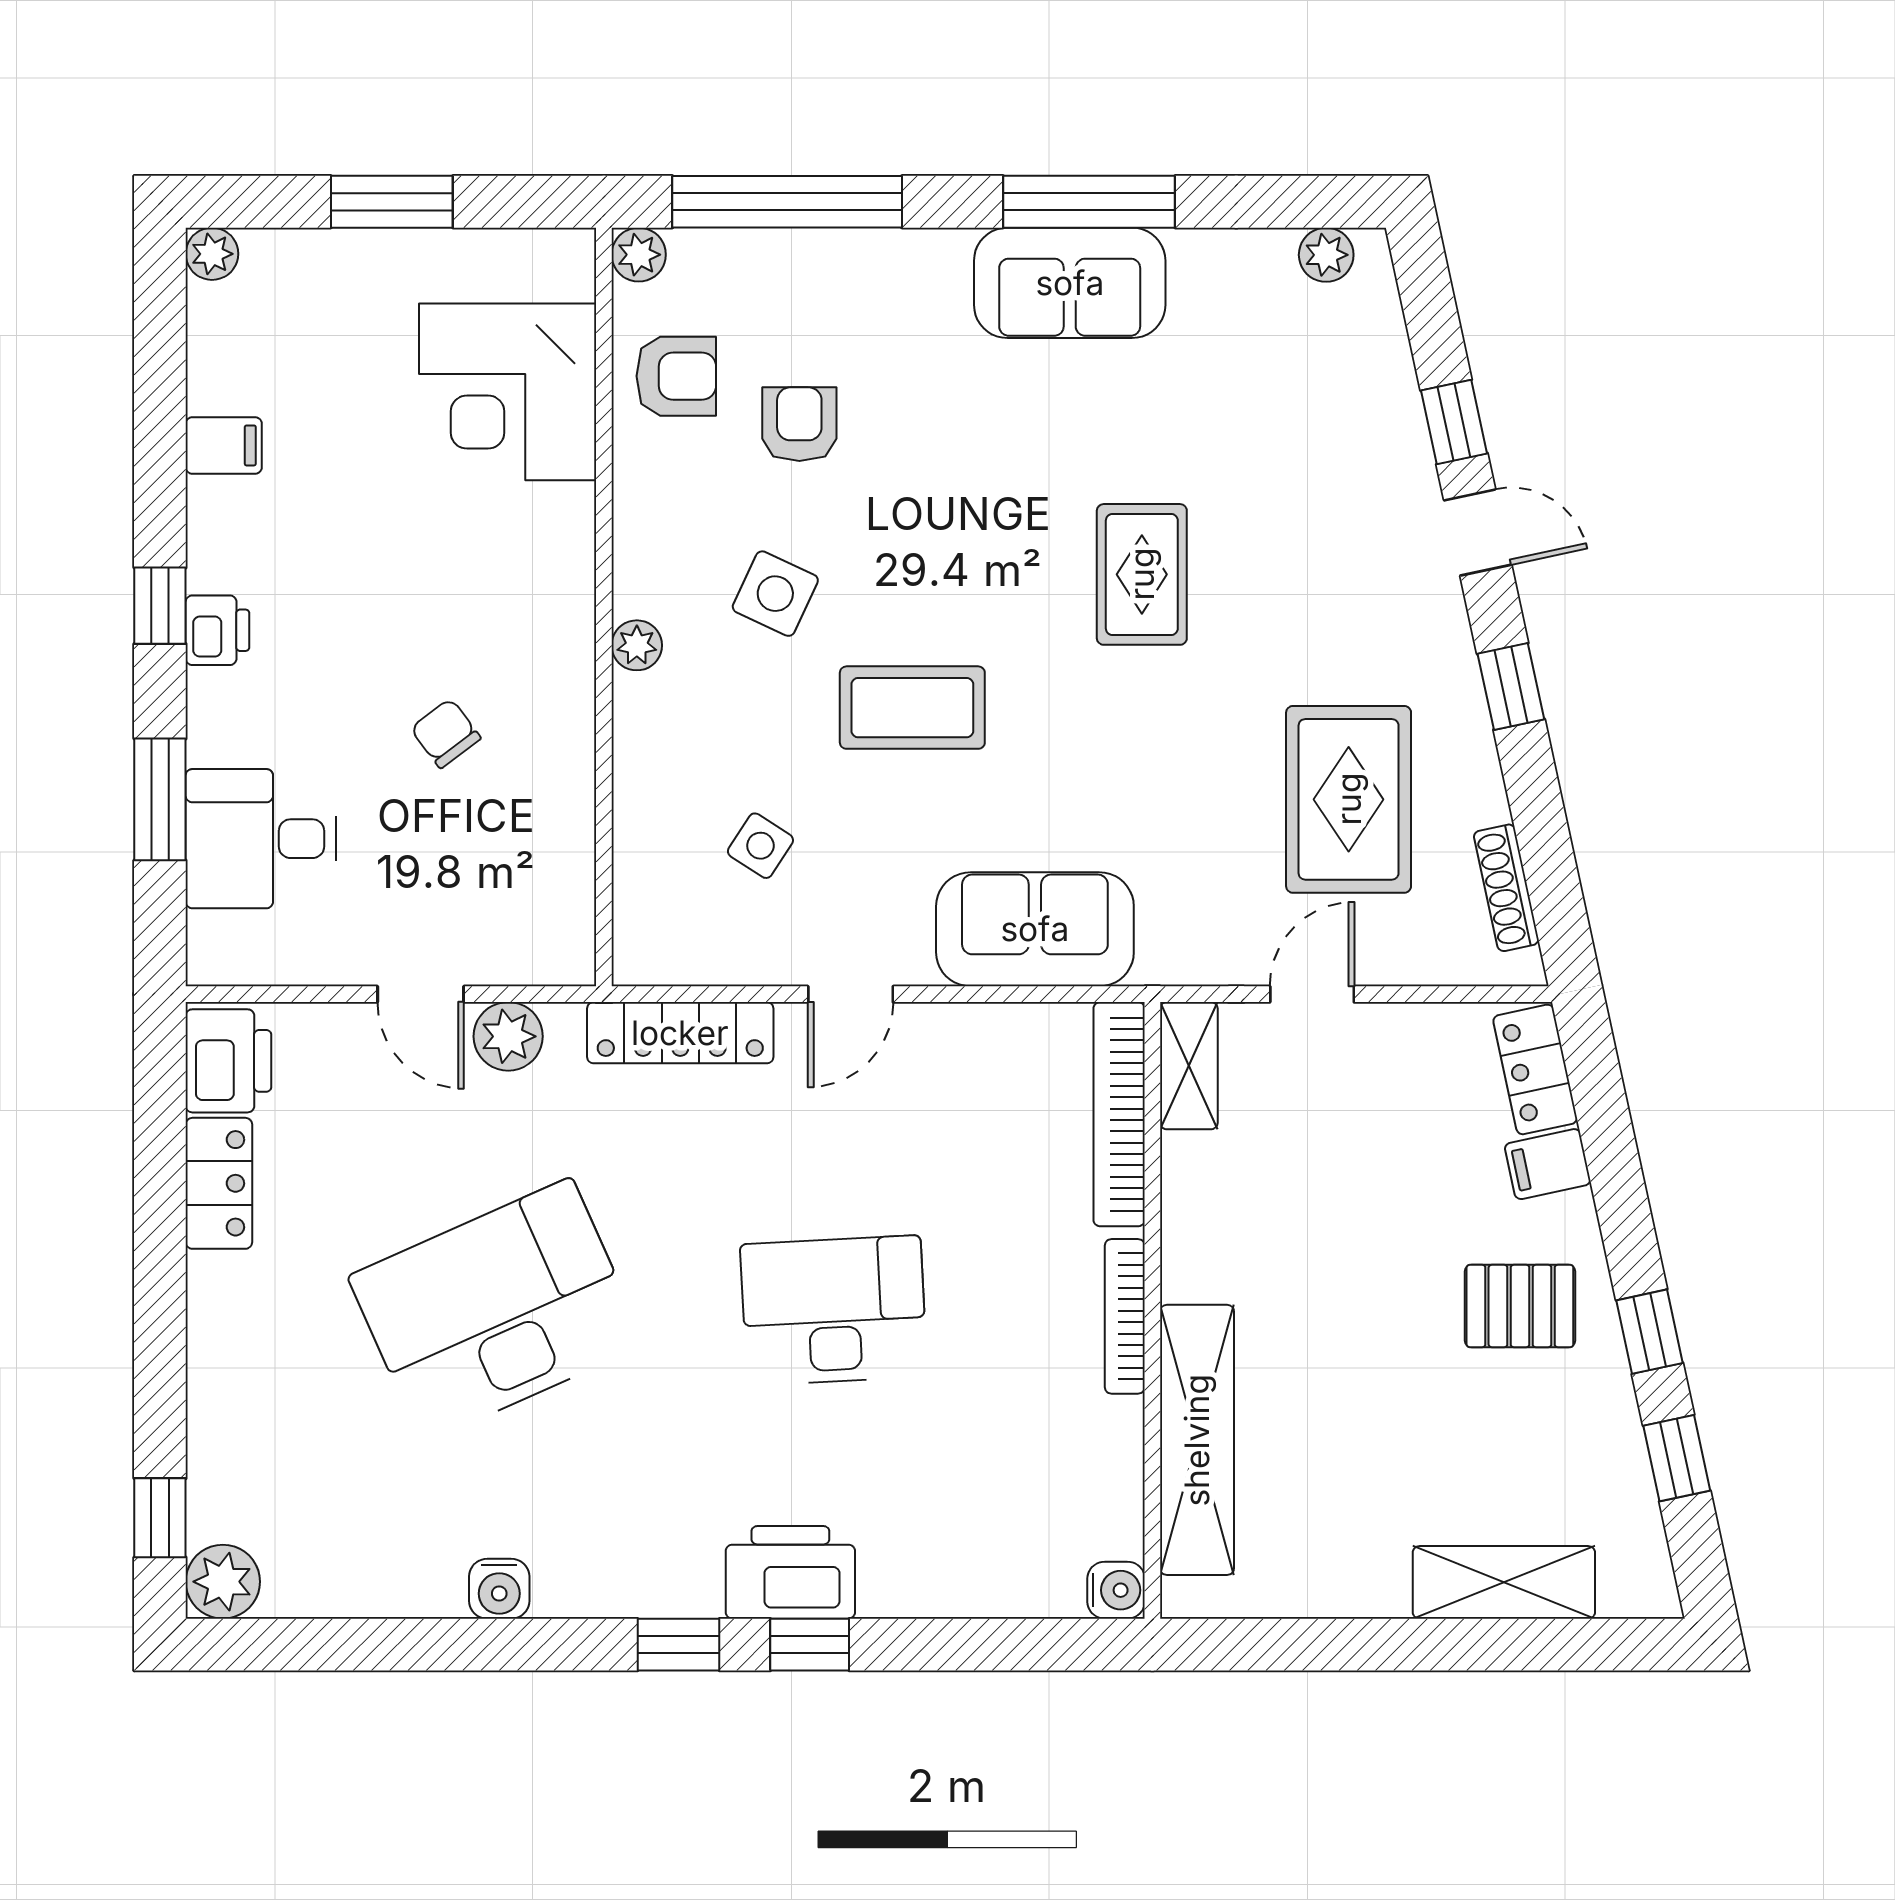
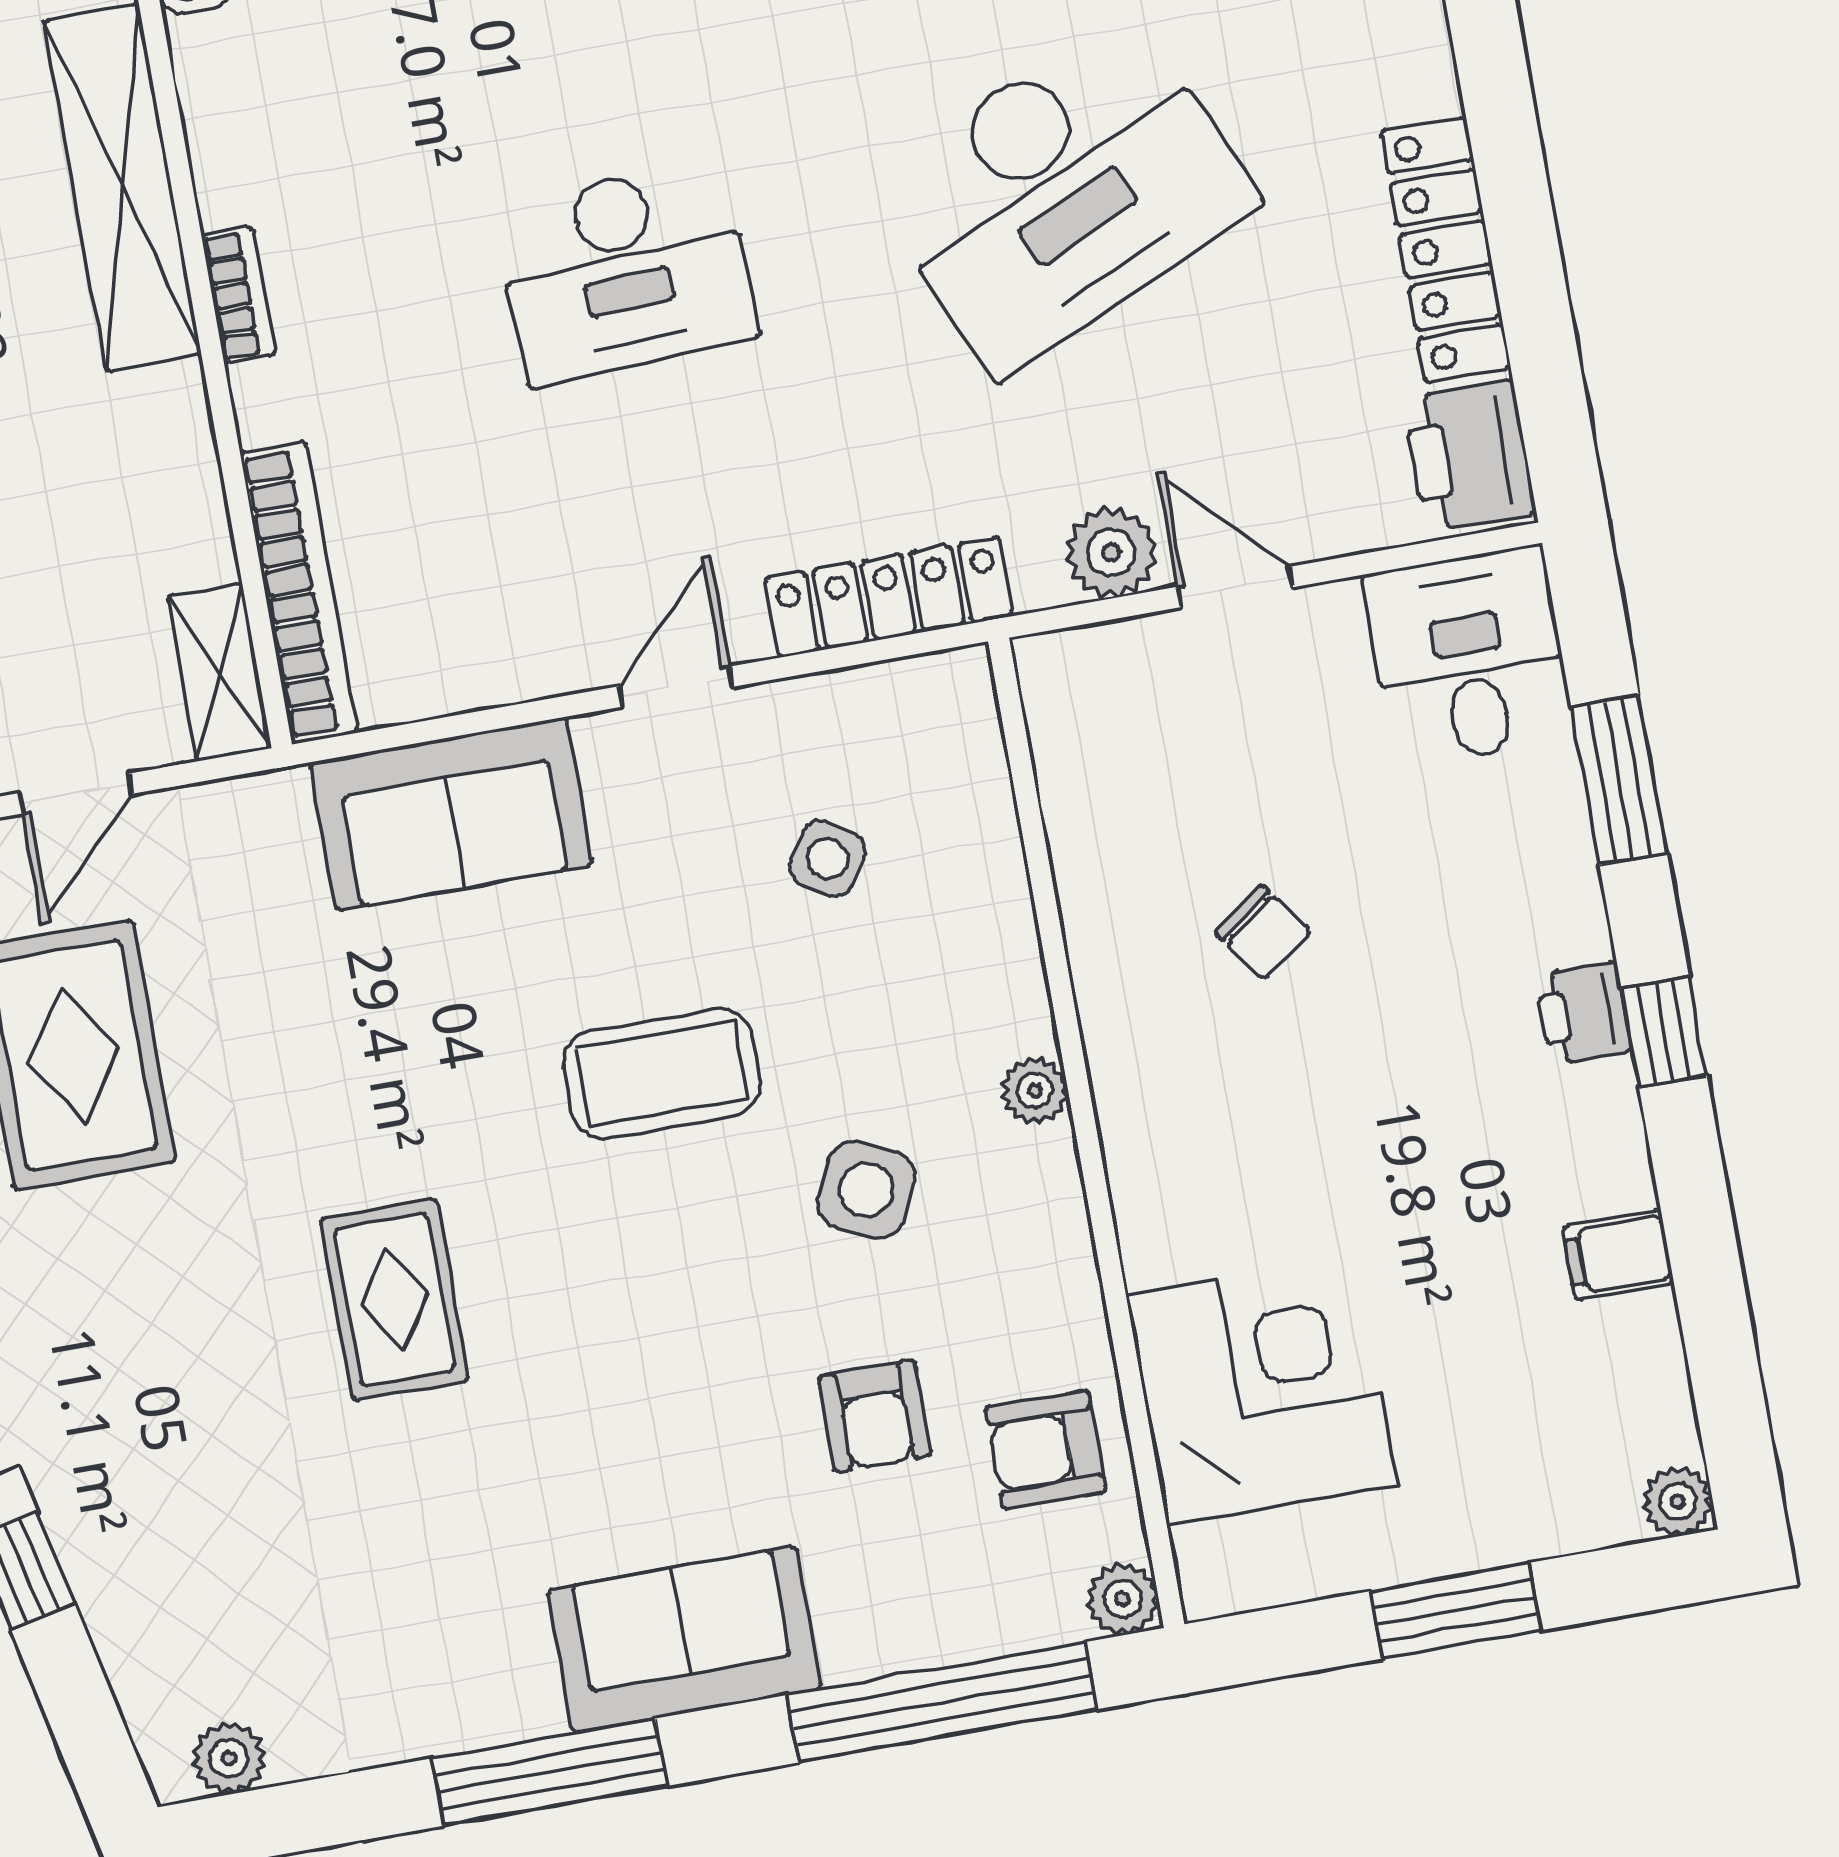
sofa: (1070, 283) -> (684, 1639), moved
desk: (261, 839) -> (1469, 657), moved, turned -90
locker: (219, 1183) -> (1446, 249), width x1.53
bookcase: (1125, 1316) -> (238, 295), width x0.64

